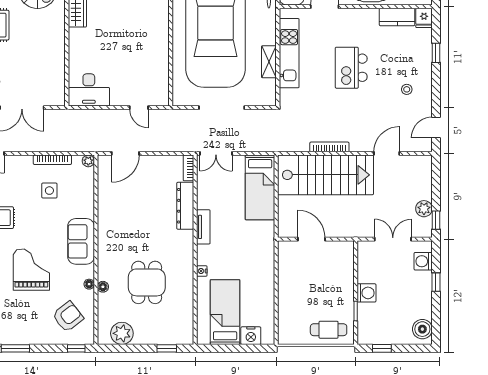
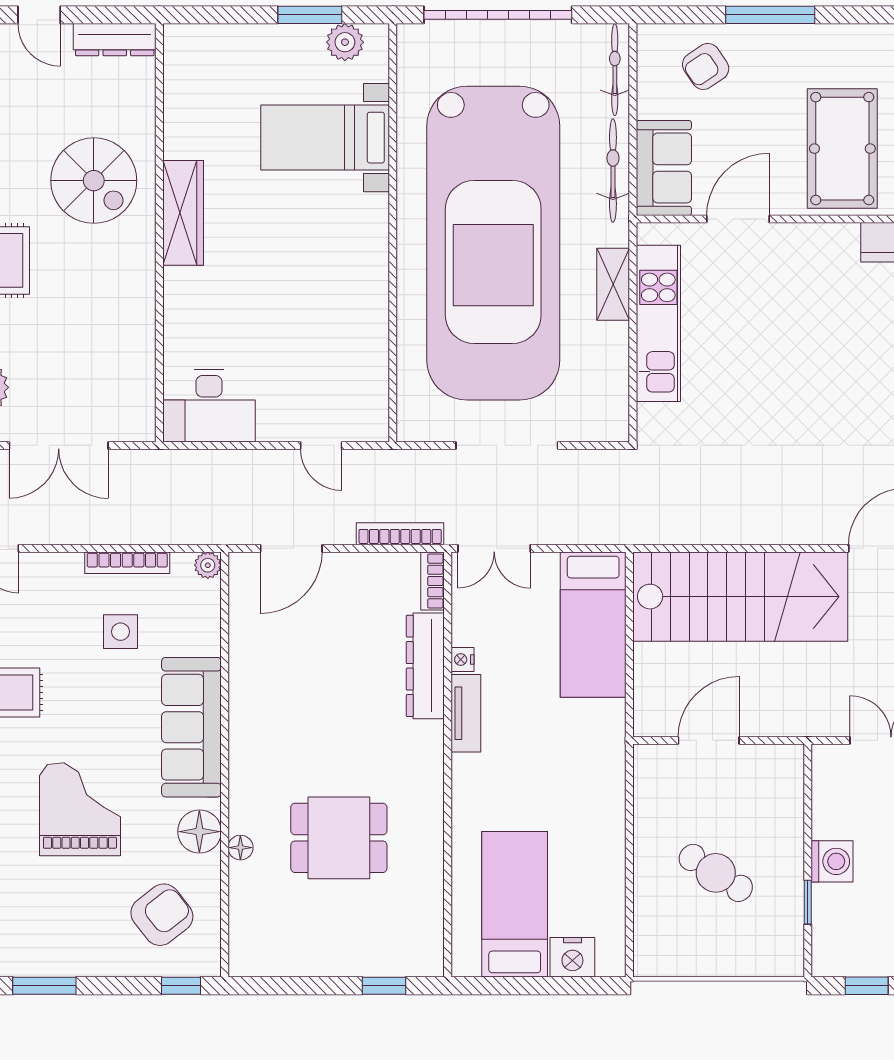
shelving: (269, 62) -> (613, 284), moved
kitchen island: (351, 68) -> (798, 356), removed
bookcase: (329, 147) -> (400, 534), moved
door: (312, 239) -> (709, 740), hinge flipped
sofa: (81, 241) -> (191, 727), width x1.36
nightstand: (202, 271) -> (462, 659), moved
dining table: (147, 282) -> (339, 838), turned 90
floor lamp: (89, 284) -> (199, 832), width x1.89, depth x1.89
cafe table: (329, 330) -> (716, 873), moved, turned 33
plant: (122, 333) -> (283, 952), removed

